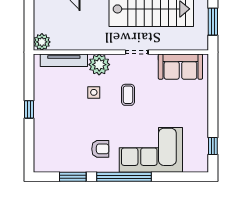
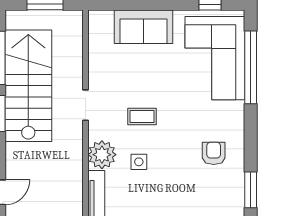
sofa: (180, 67) -> (144, 27), moved, turned 90
corner sofa: (151, 150) -> (215, 58), moved
window: (124, 177) -> (251, 67), moved

